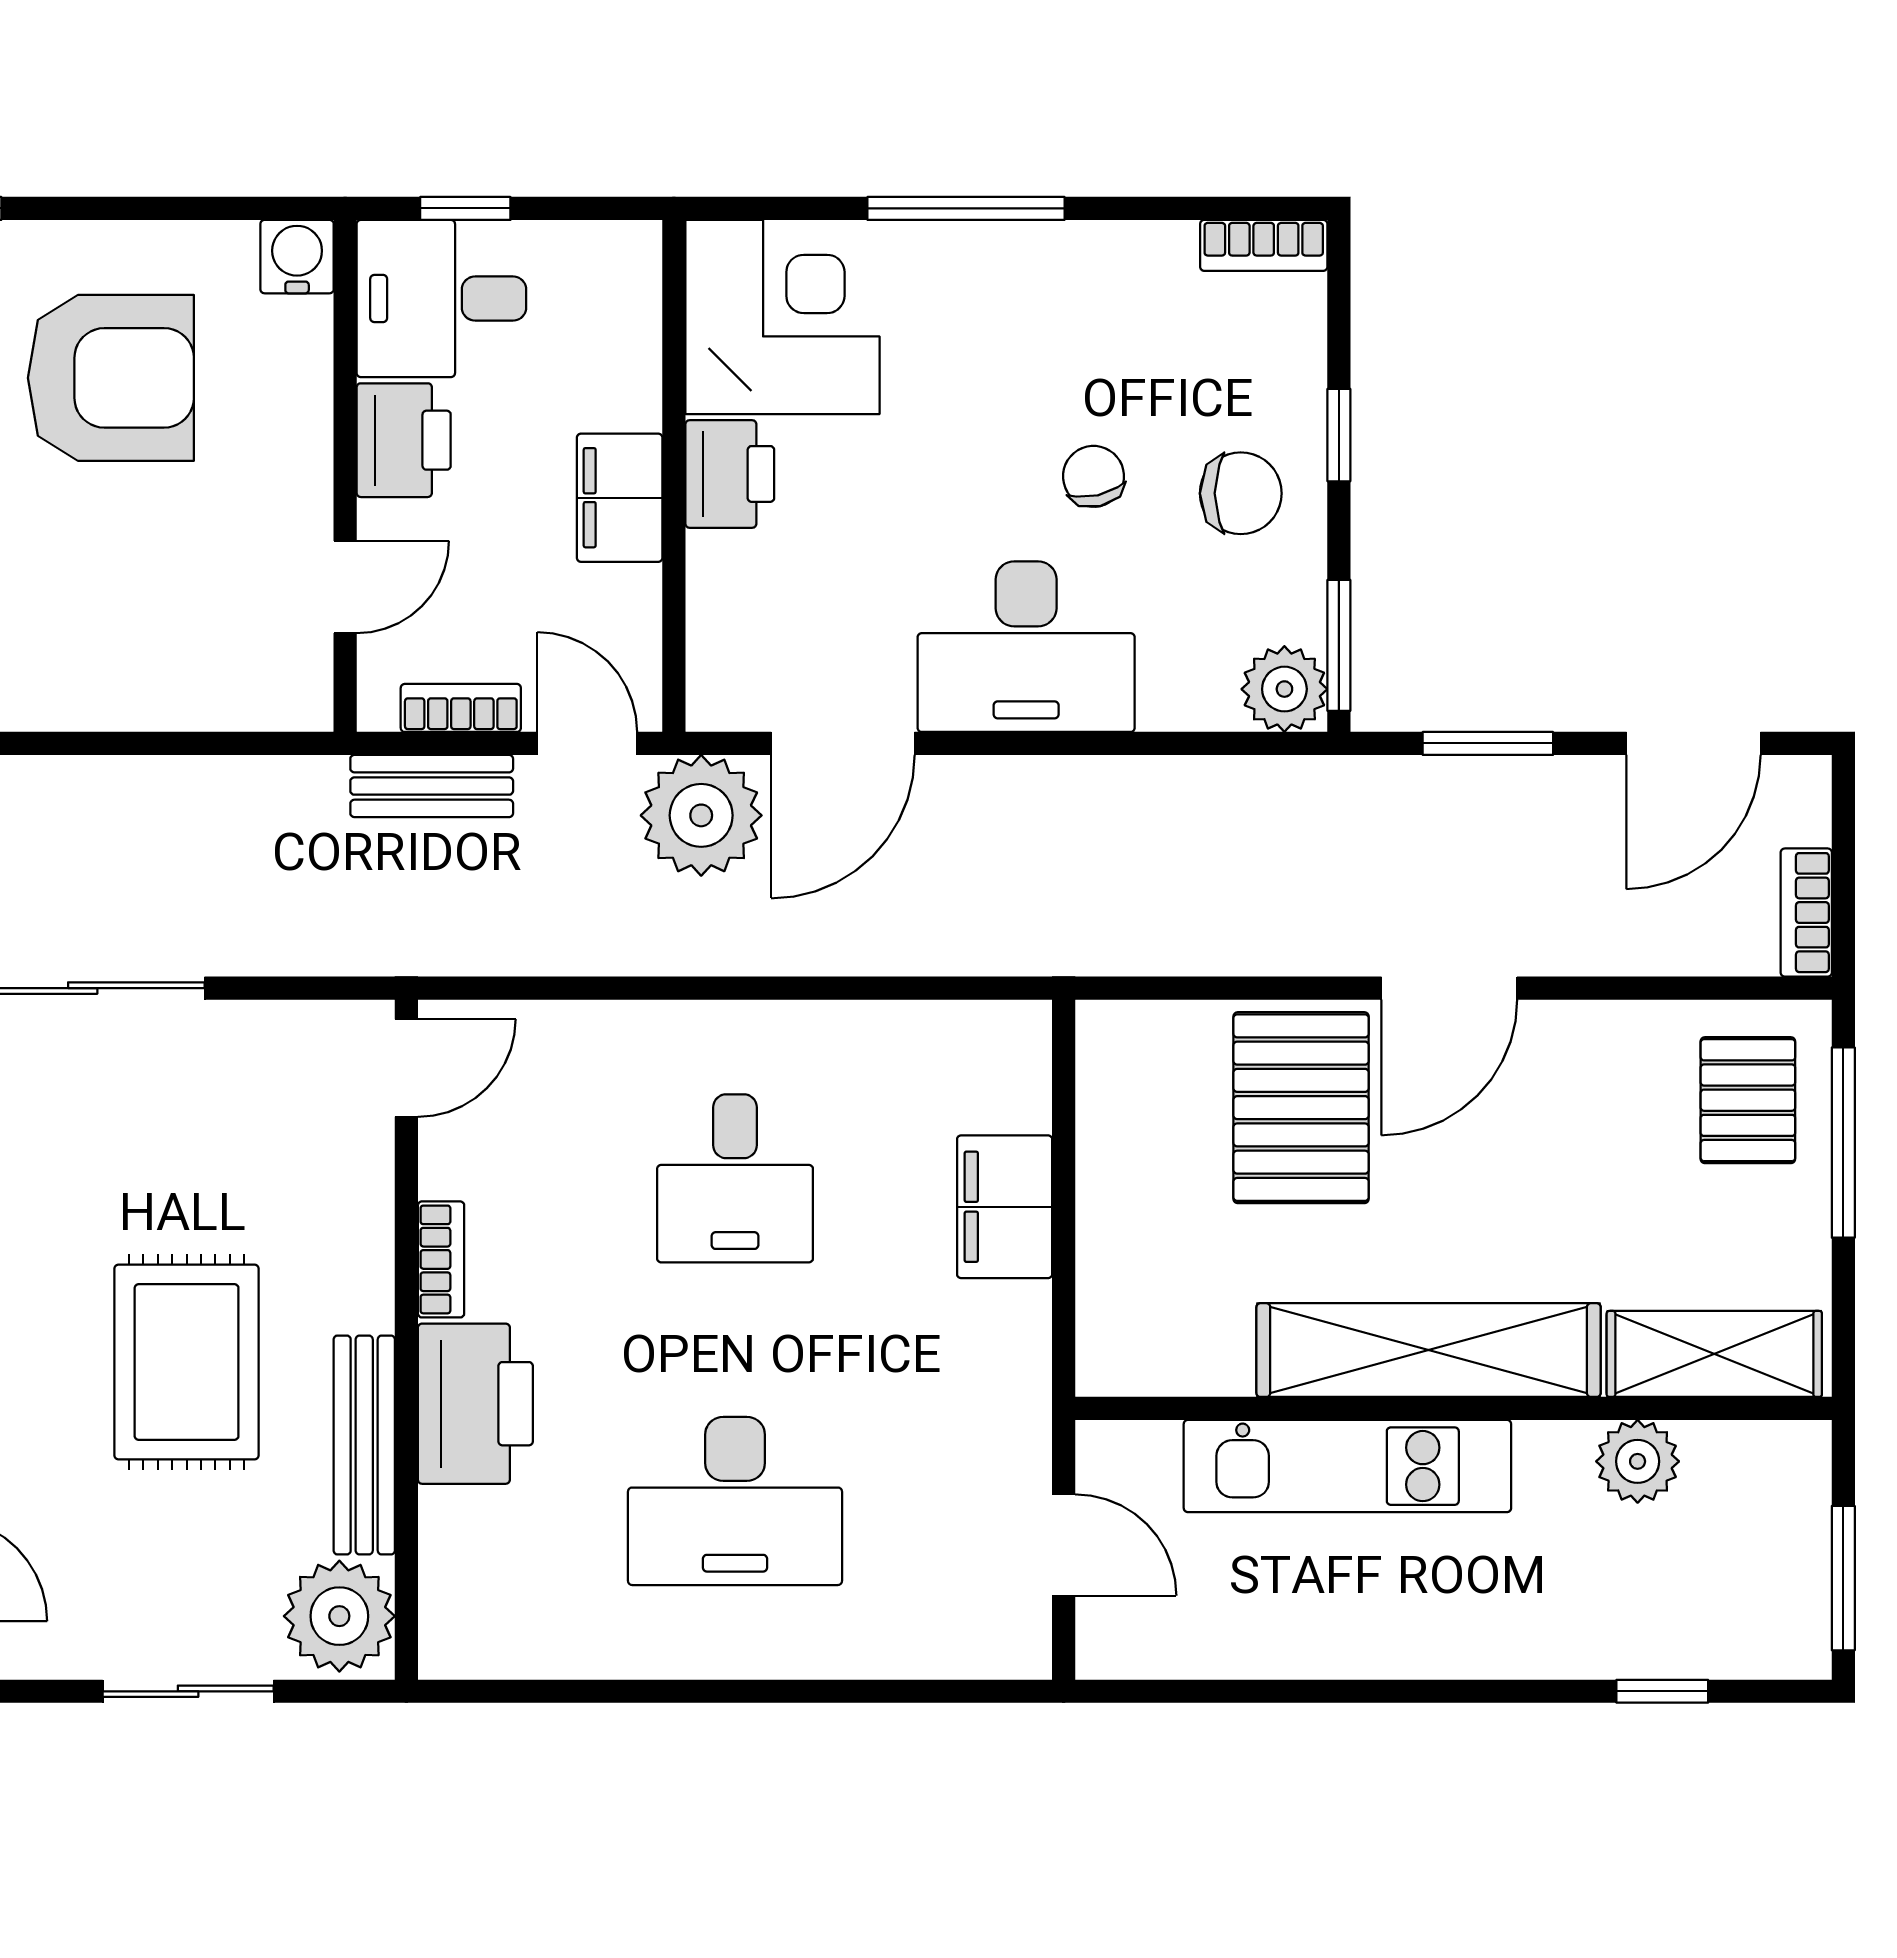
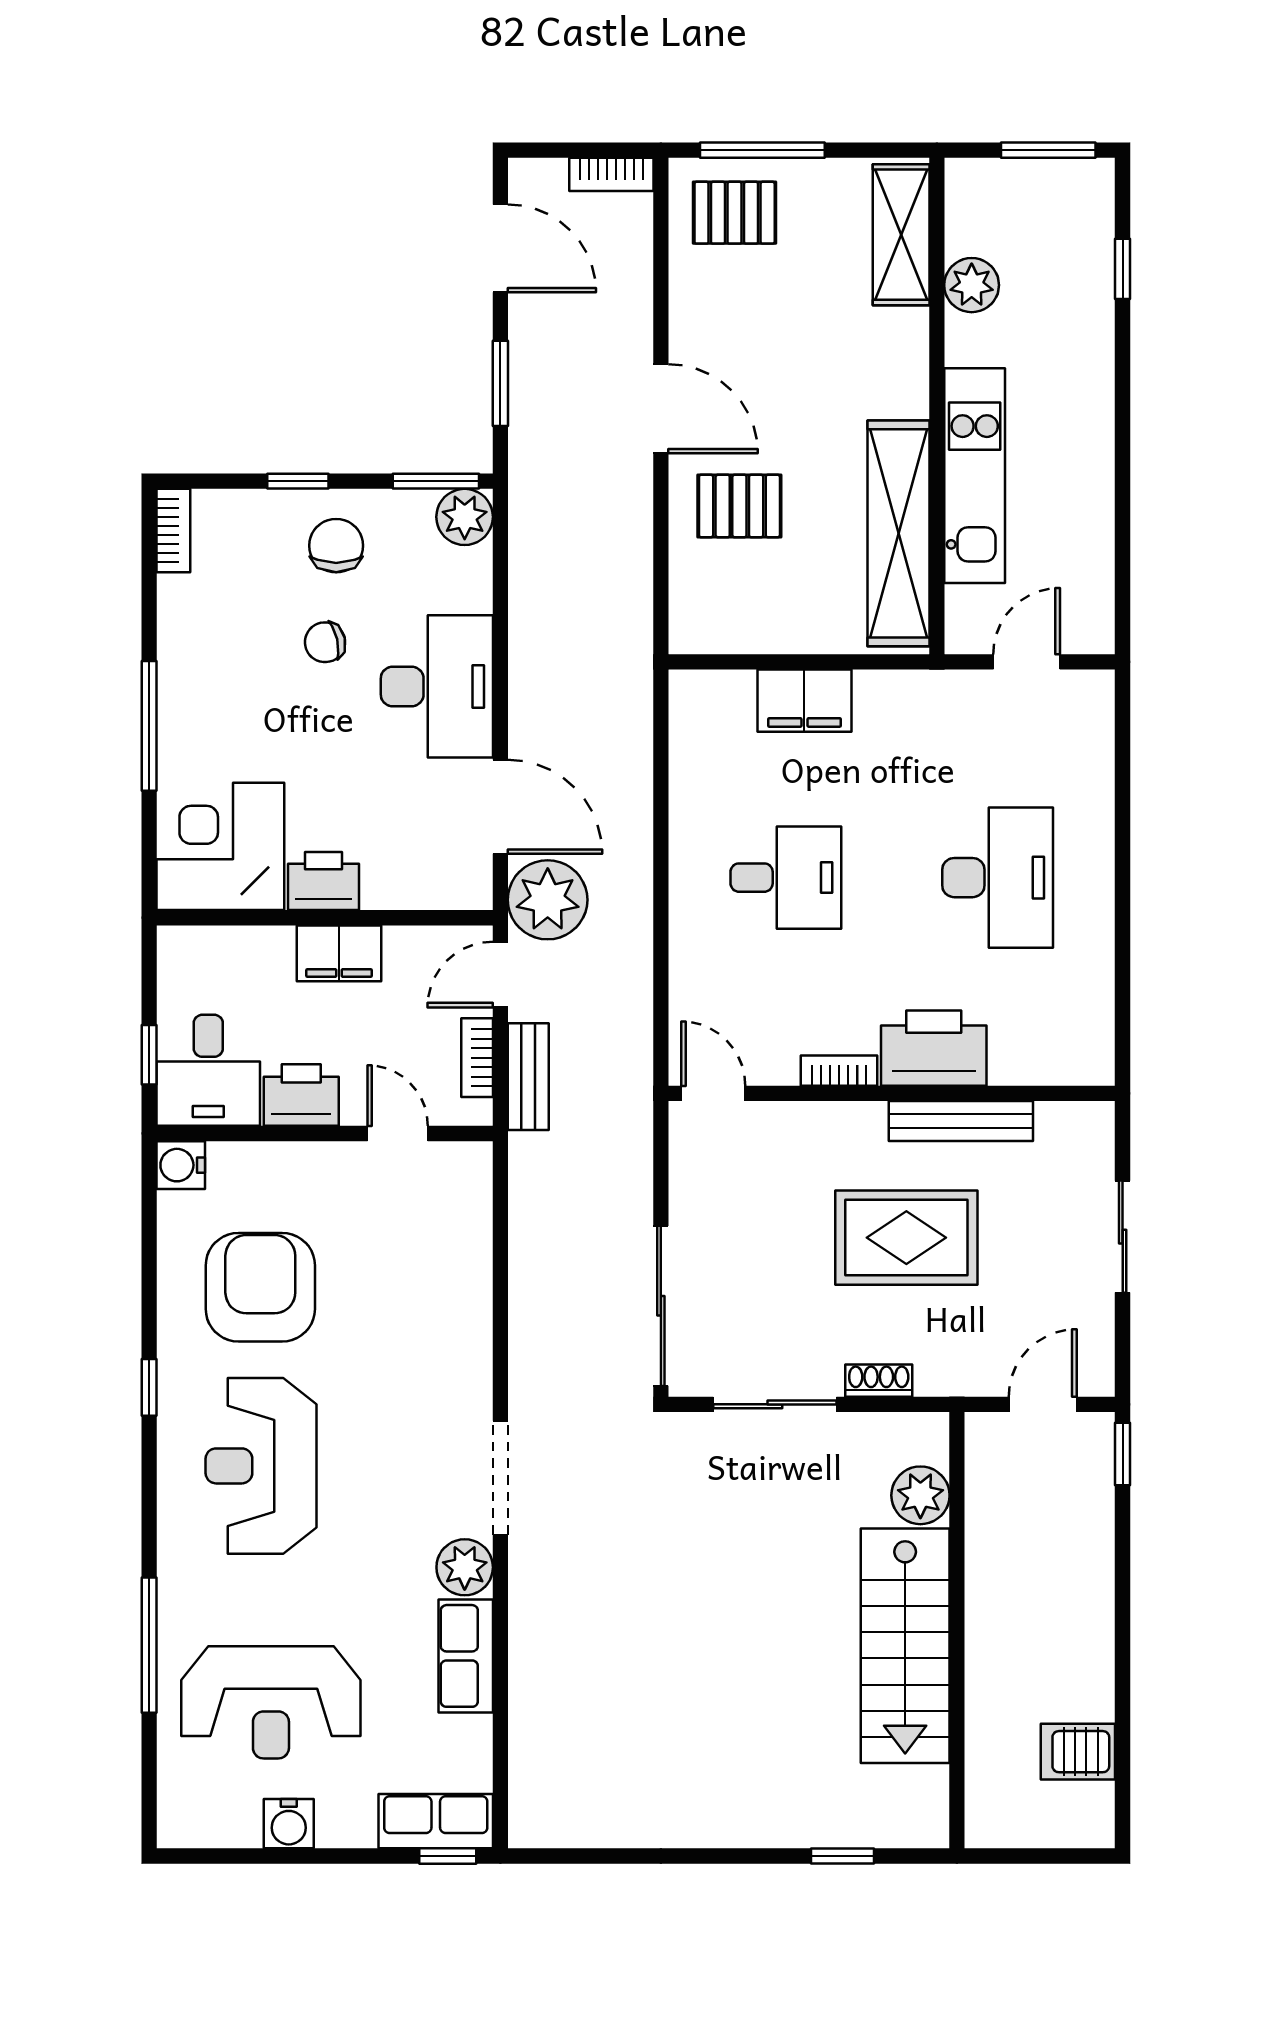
pallet: (1301, 1108) -> (739, 506), width x0.67, depth x0.71
shelving: (1429, 1350) -> (899, 533), moved
plant: (339, 1616) -> (1073, 1137), removed

